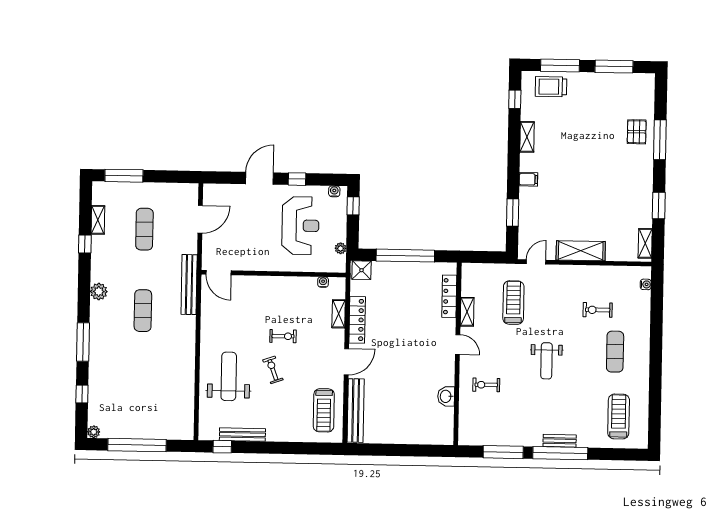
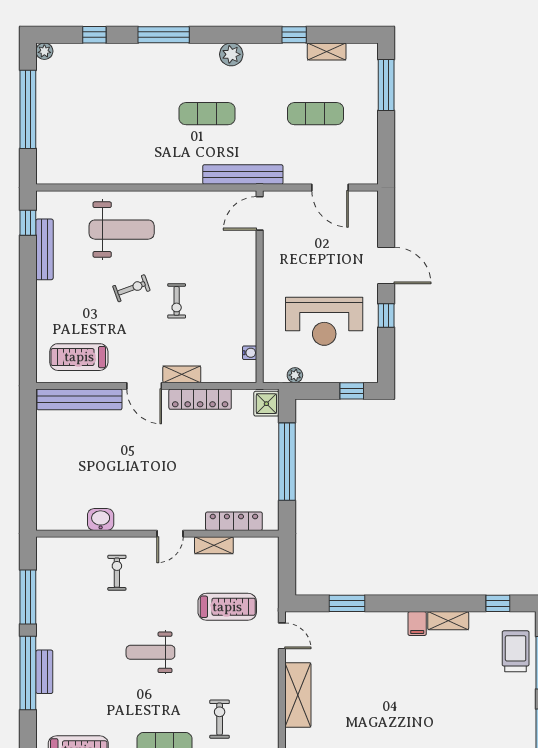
filing cabinet: (528, 179) -> (417, 624), moved
water cooler: (334, 191) -> (371, 365), removed
shelving: (339, 314) -> (182, 374), moved

